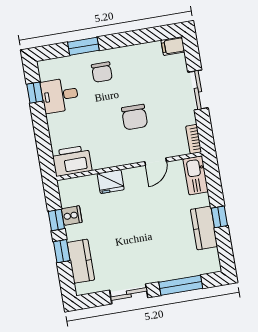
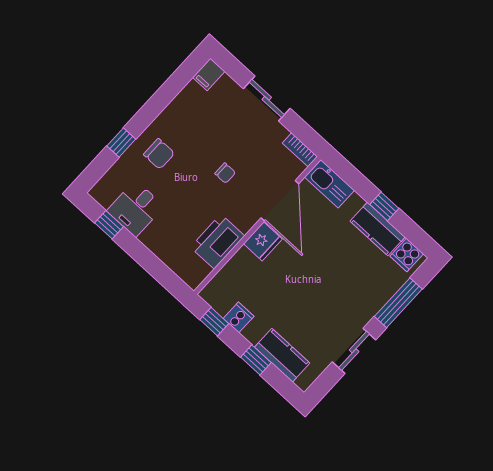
window: (83, 46) -> (121, 143), width x0.67
chair: (134, 117) -> (225, 173), width x0.54, depth x0.54
printer: (72, 161) -> (218, 241), moved
door: (156, 162) -> (280, 201), width x1.87
fridge: (111, 182) -> (263, 241), moved
window: (56, 220) -> (214, 322), moved
cooker: (210, 259) -> (407, 255), added

